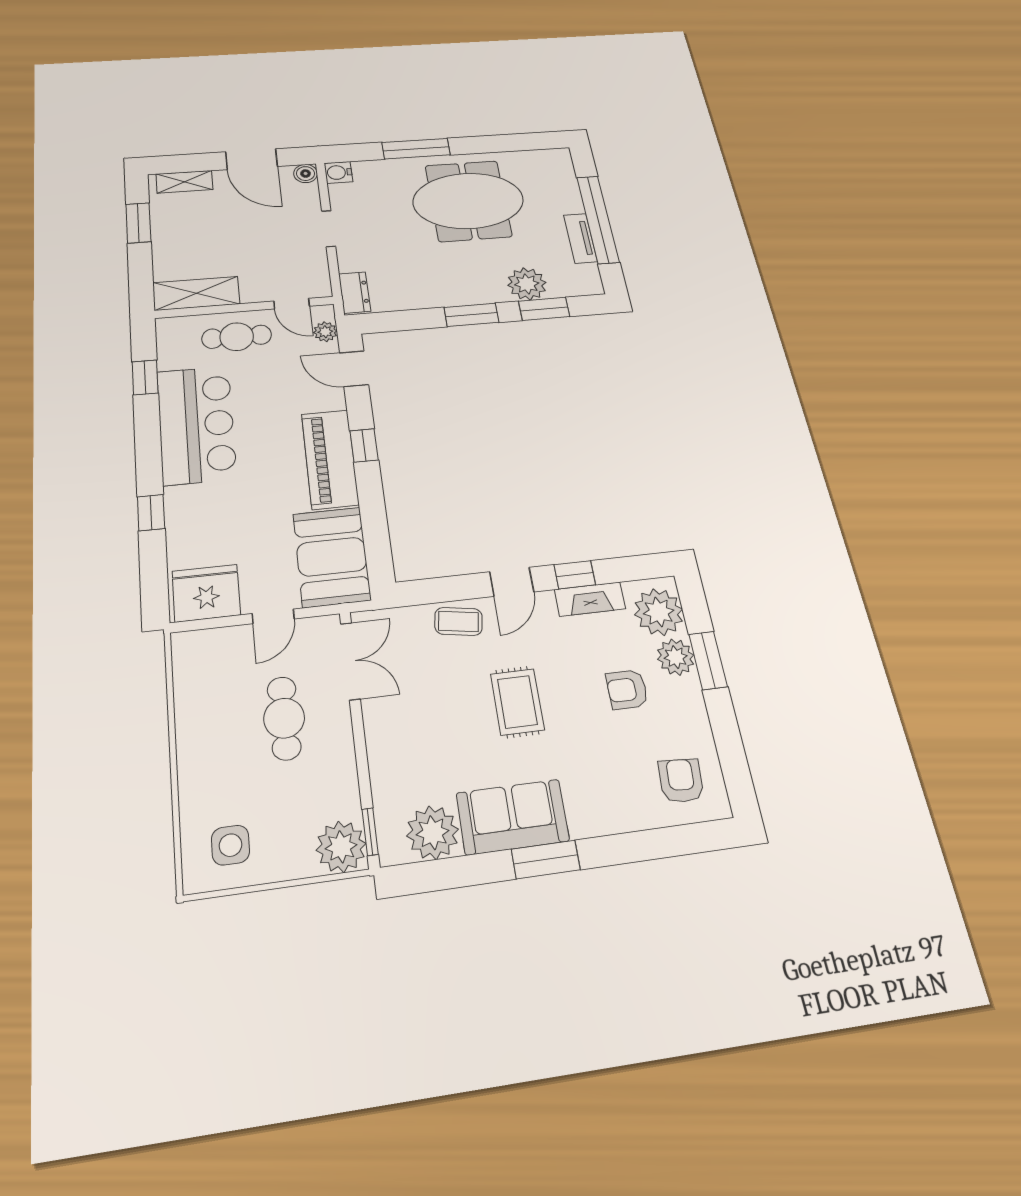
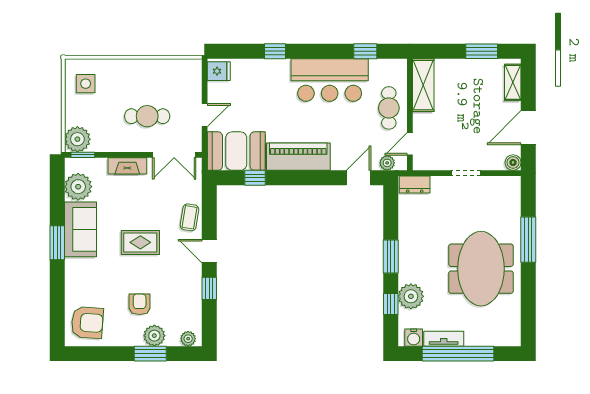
water cooler: (338, 172) -> (414, 338), moved, turned 180
window: (544, 309) -> (391, 304), width x0.67
window: (364, 445) -> (255, 178), moved
fridge: (206, 593) -> (219, 71), width x0.53, depth x0.75
fireplace: (590, 599) -> (127, 166), moved, turned -90
plant: (659, 612) -> (188, 339), width x0.53, depth x0.53
door: (273, 616) -> (205, 115), swing flipped
armchair: (681, 781) -> (87, 323), width x1.38, depth x1.38

